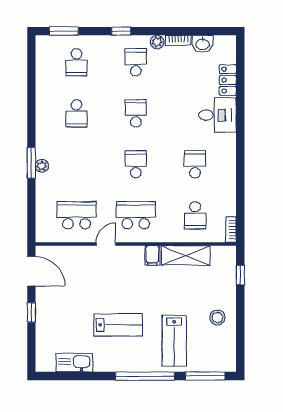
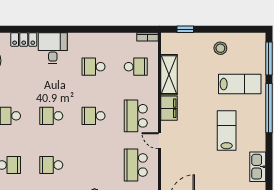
school desk: (76, 113) -> (51, 165), turned 180
filing cabinet: (152, 255) -> (169, 108), width x2.00

